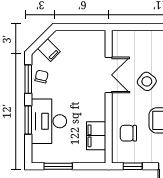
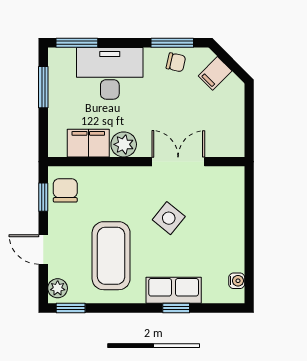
double door: (109, 75) -> (178, 162), swing flipped
plant: (97, 112) -> (124, 144), added
window: (28, 120) -> (77, 43), moved
chair: (128, 133) -> (65, 190), moved

